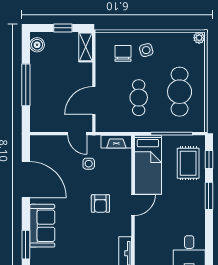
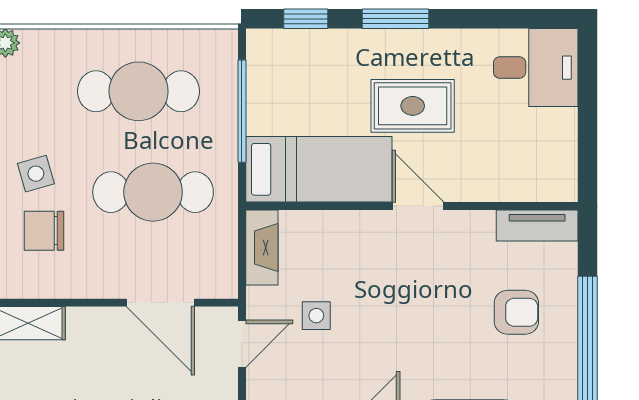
cafe table: (139, 98) -> (153, 192), width x1.37, depth x1.35
rug: (188, 163) -> (413, 106), moved
armchair: (100, 204) -> (516, 312), moved

